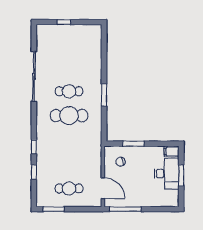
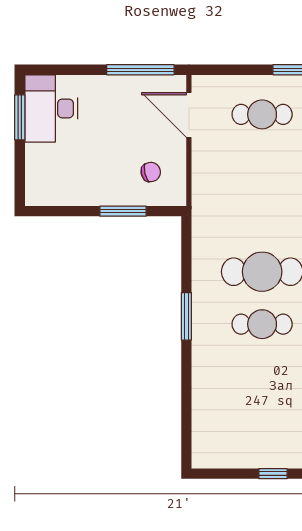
filing cabinet: (172, 151) -> (41, 194), removed
desk: (167, 174) -> (51, 108), moved
window: (181, 175) -> (20, 117), moved

